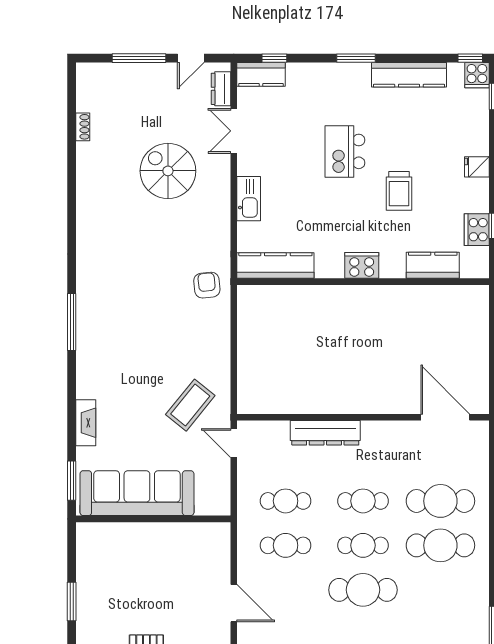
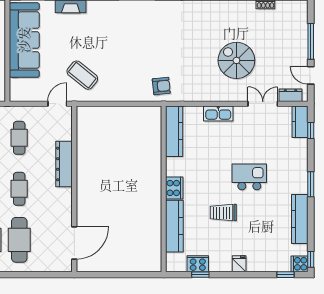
spiral stairs: (168, 171) -> (236, 60), turned -90
kitchen counter: (433, 265) -> (174, 226), width x1.50

